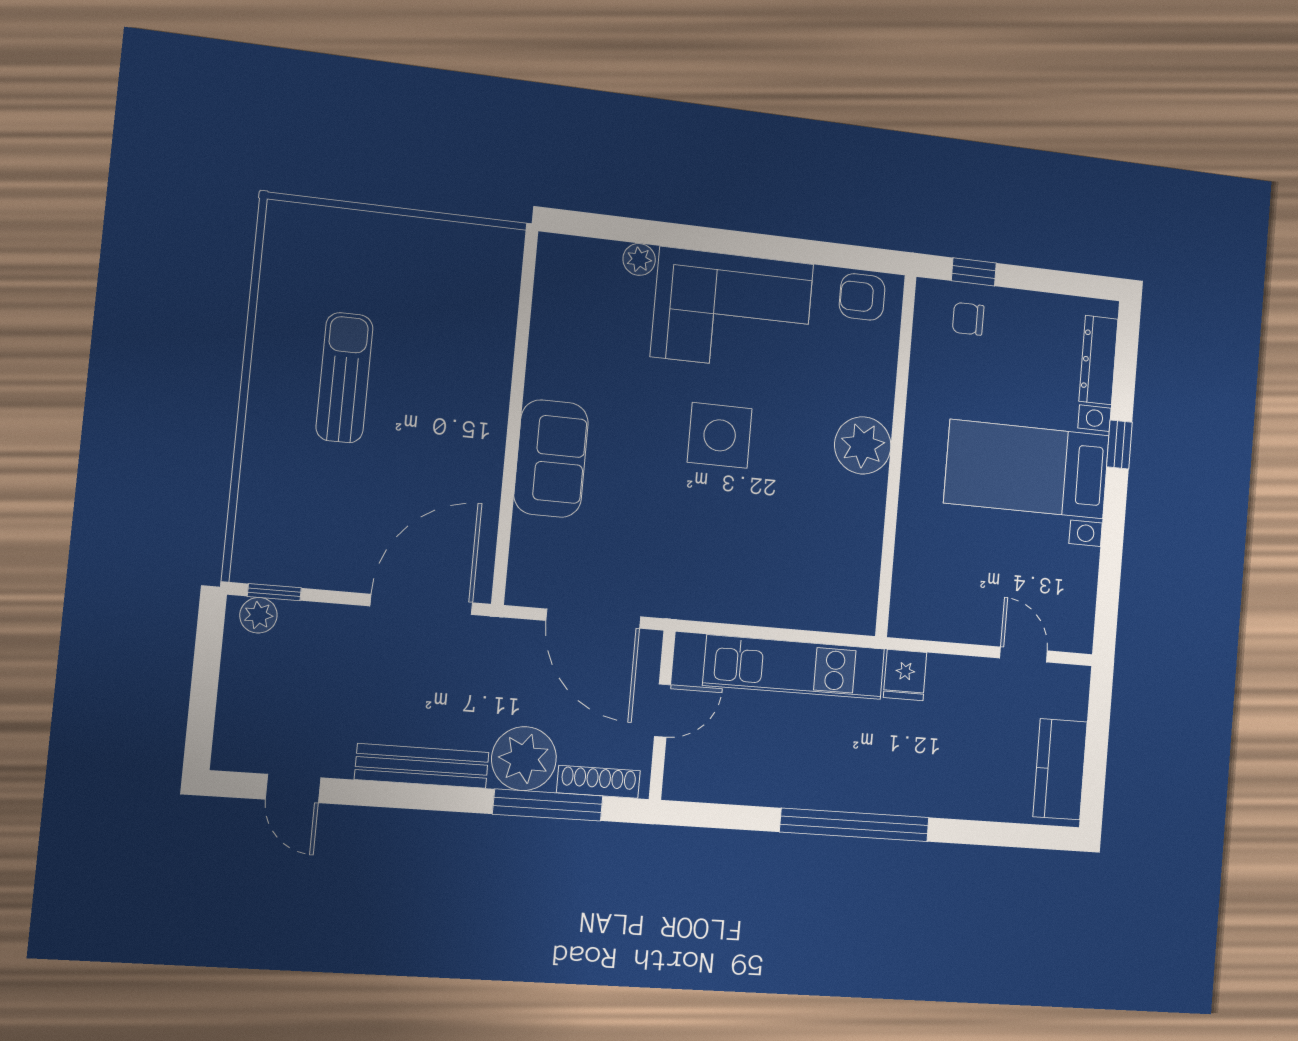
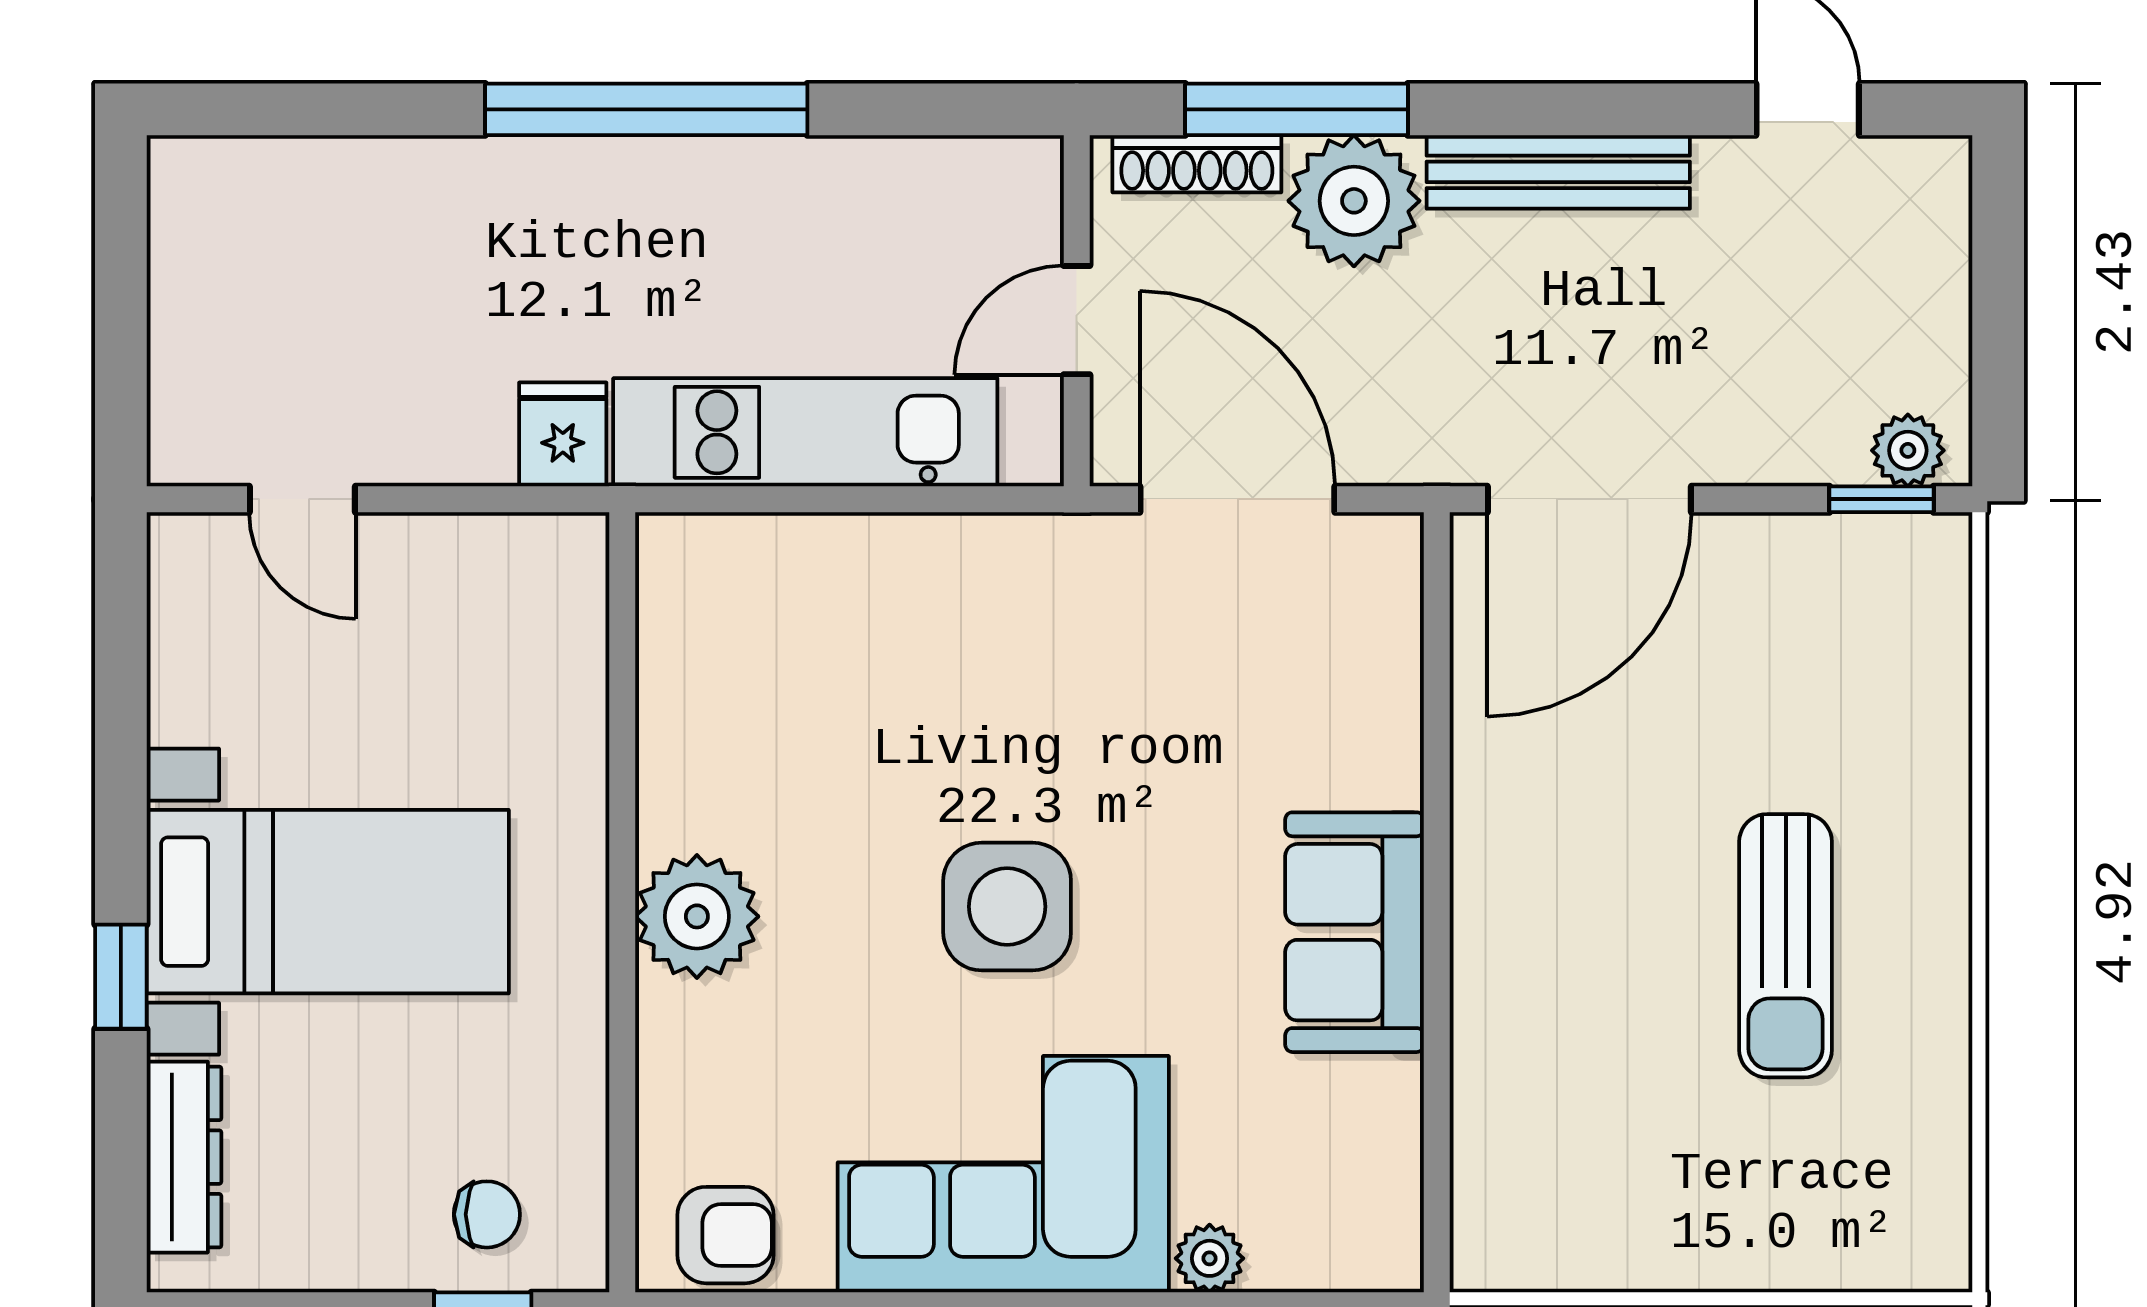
sofa: (551, 459) -> (1355, 932), moved
kitchen counter: (1060, 769) -> (200, 258), removed

